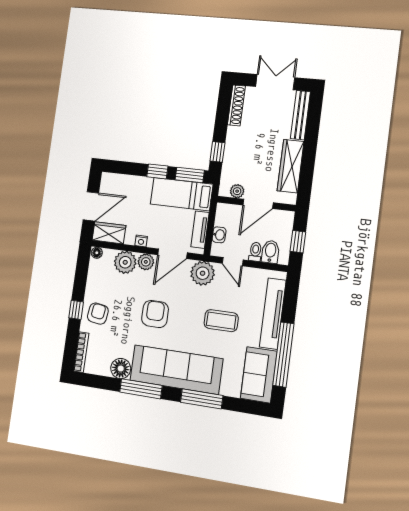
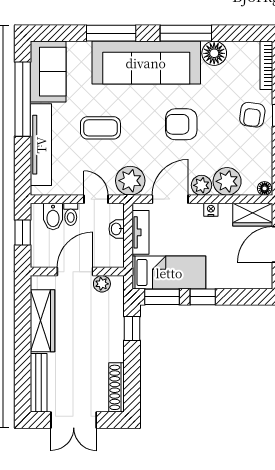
armchair: (155, 314) -> (181, 124), turned 90

